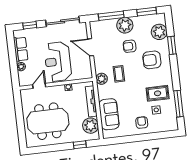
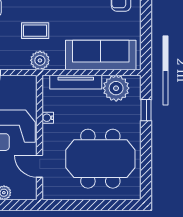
sofa: (109, 114) -> (101, 55), width x1.36
meeting table: (48, 121) -> (100, 159), turned 90

